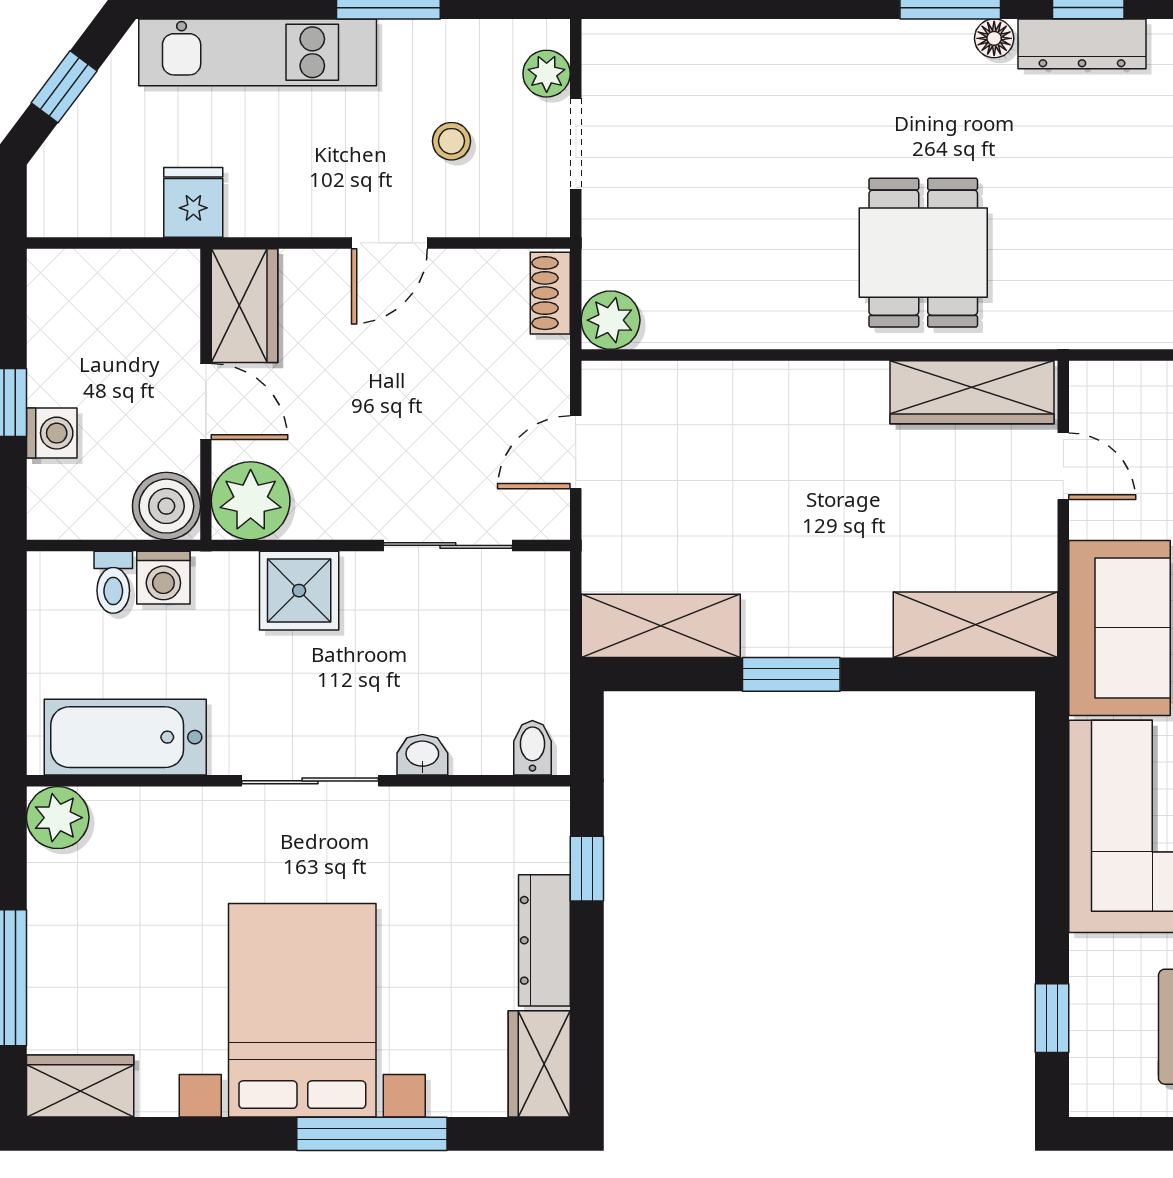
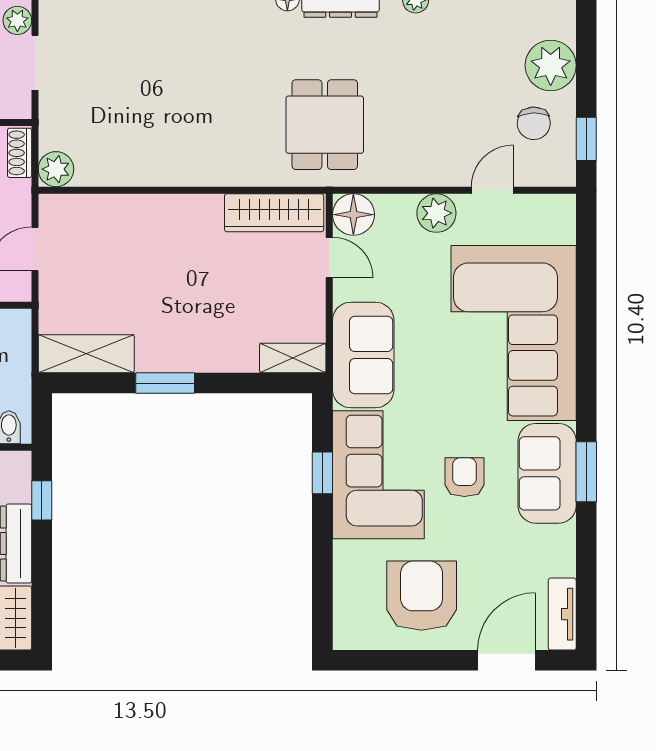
dining table: (923, 253) -> (325, 125), moved
floor lamp: (1103, 395) -> (353, 215), added
shelving: (975, 625) -> (293, 358), width x0.67, depth x0.75
window: (1052, 1018) -> (322, 473), moved

